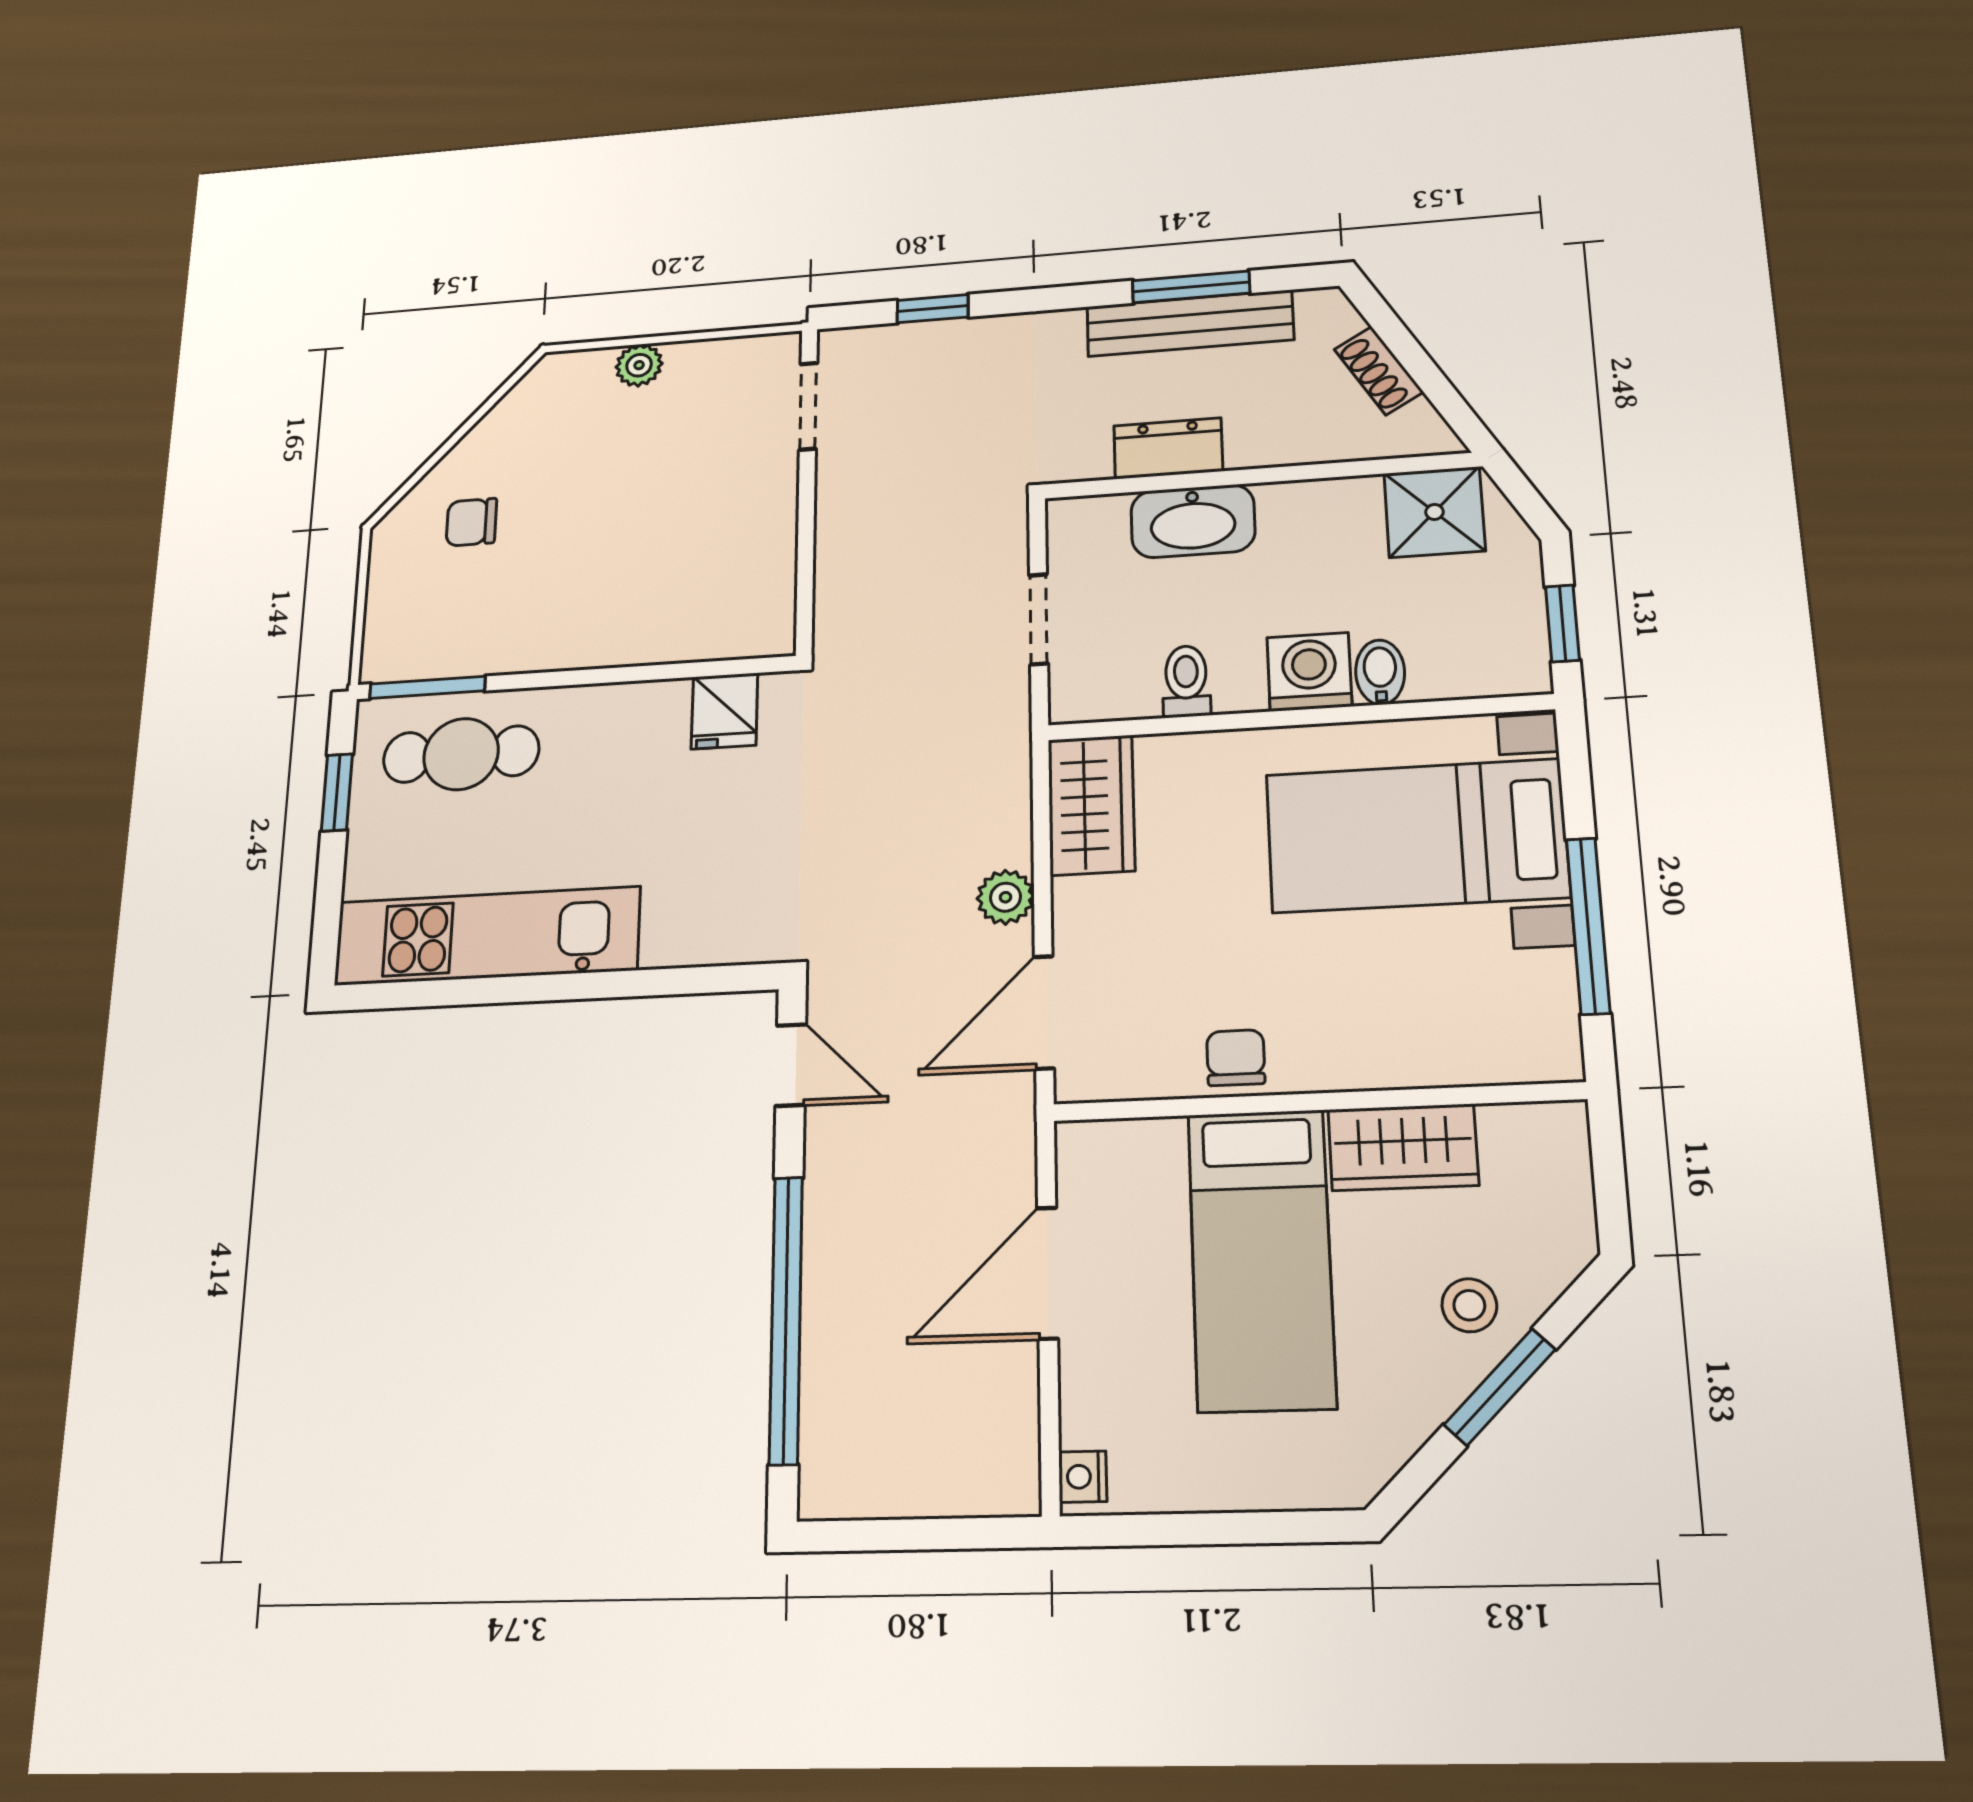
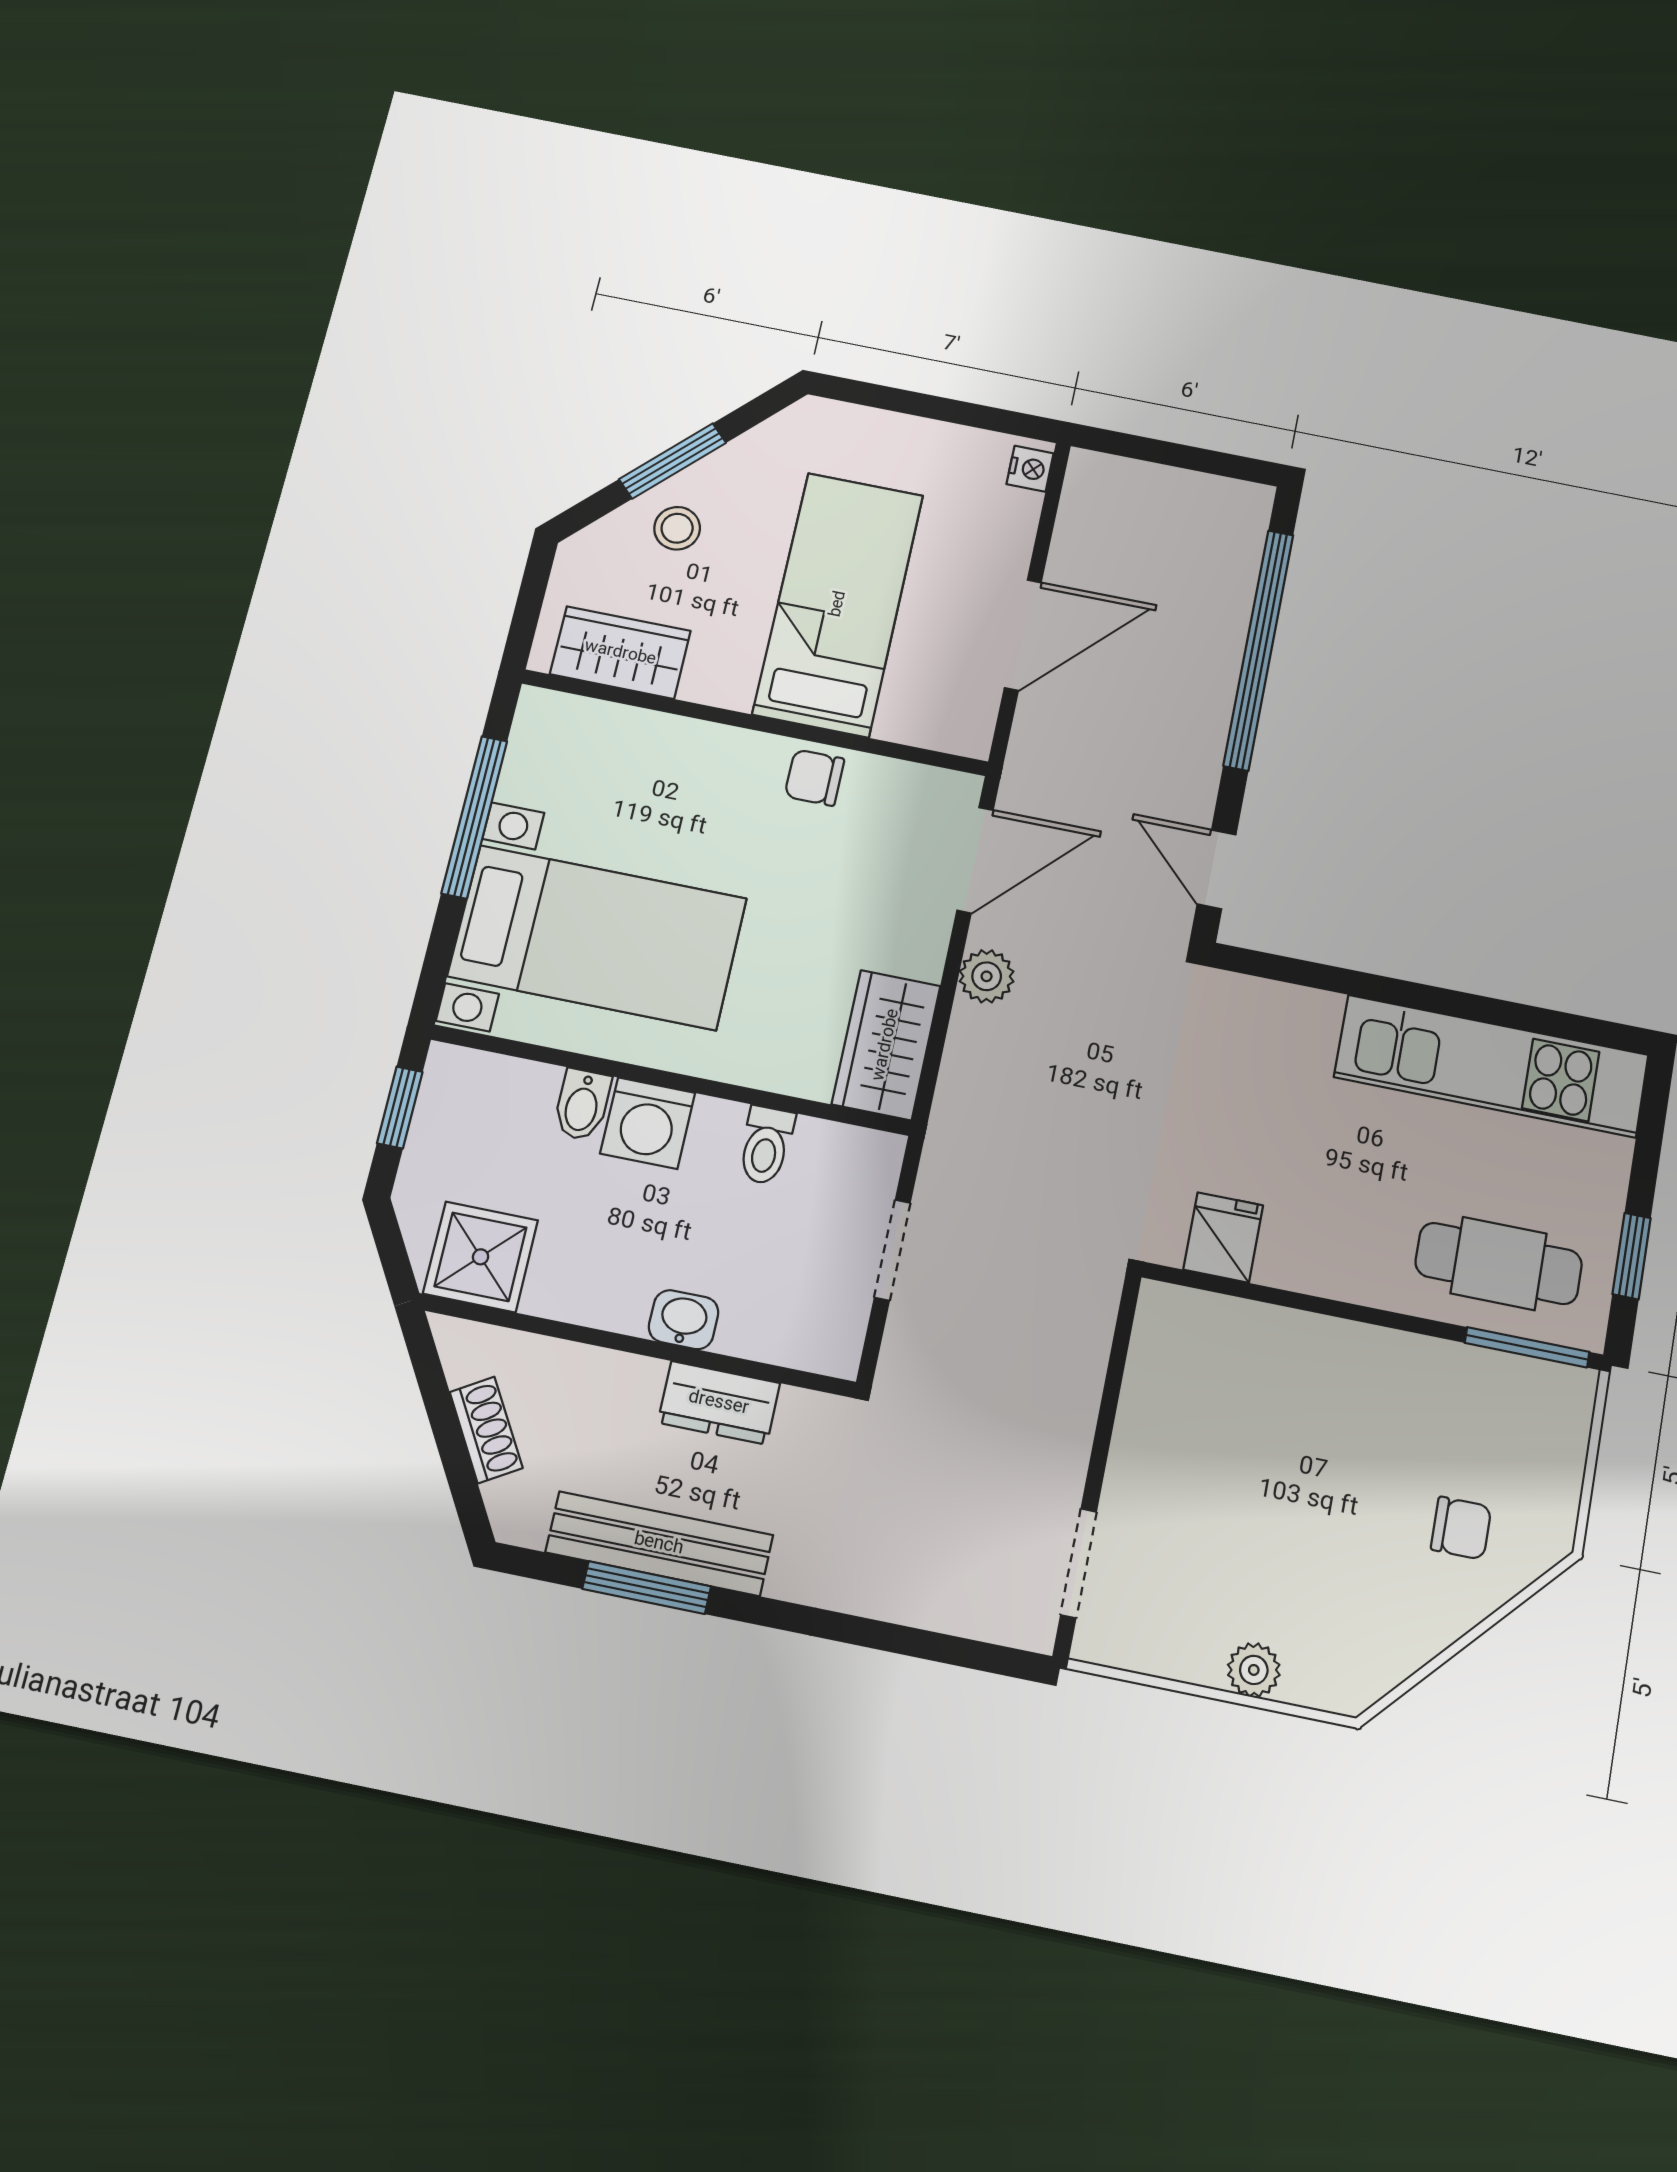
window: (933, 309) -> (923, 1644), removed
washbasin: (1193, 521) -> (684, 1320), width x0.52, depth x0.69
chair: (1236, 1058) -> (814, 778), turned 90
wardrobe: (1403, 1147) -> (620, 653), moved

